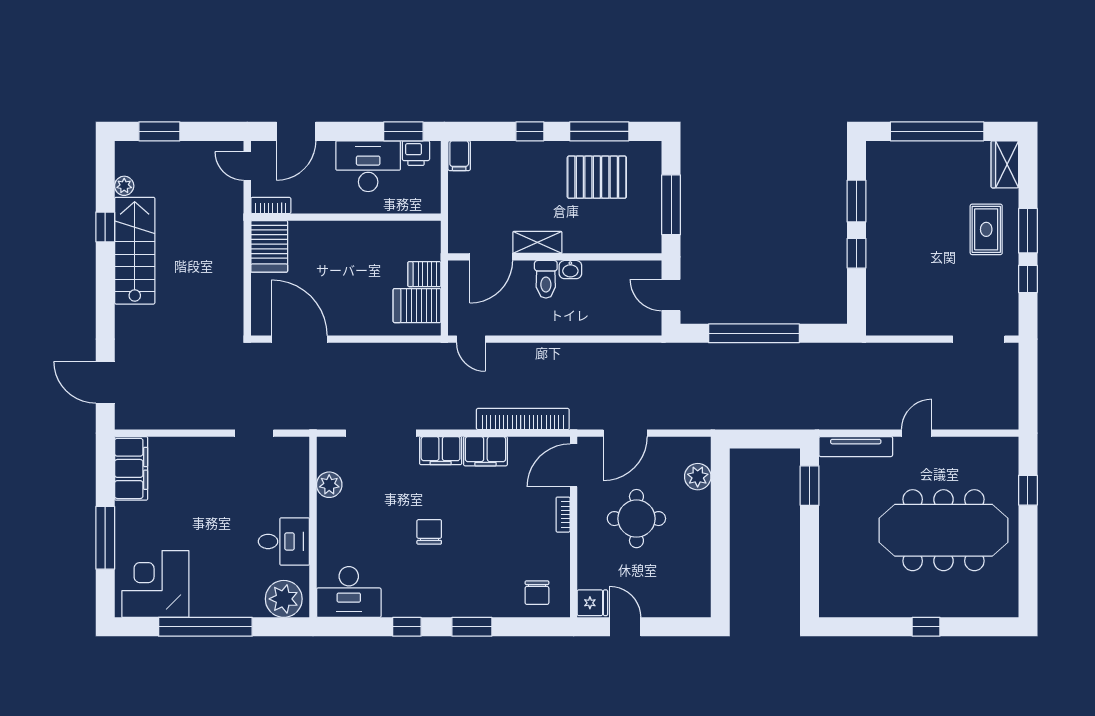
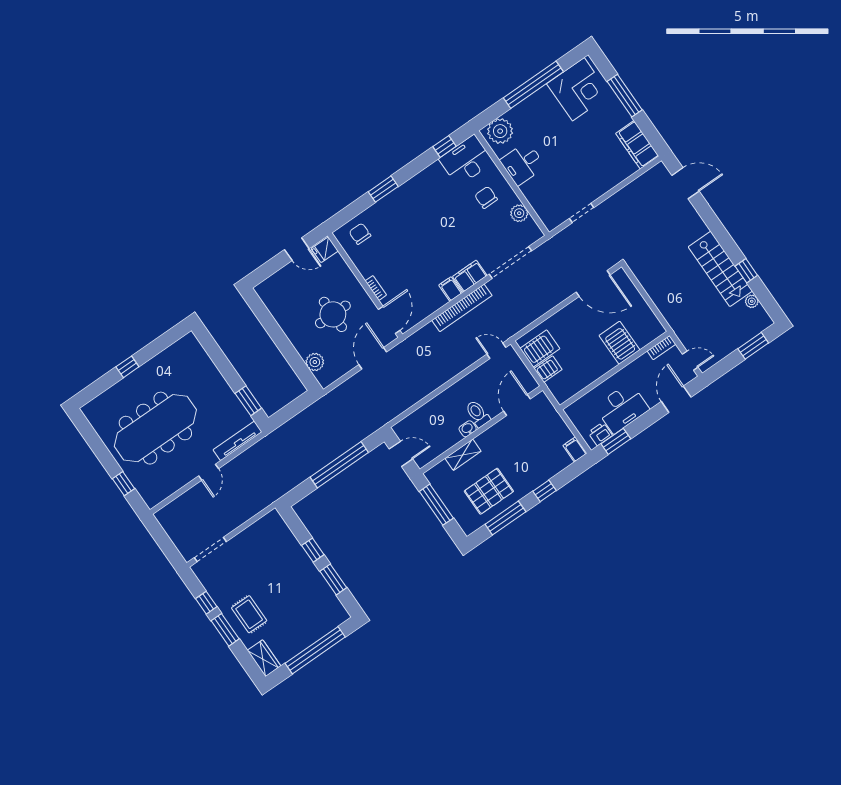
shelving: (537, 242) -> (463, 455), moved
server rack: (269, 246) -> (619, 343), moved
bookcase: (523, 419) -> (462, 308), moved
filing cabinet: (485, 451) -> (450, 289), width x0.50
chair: (429, 532) -> (486, 197), moved, turned 180
window: (407, 627) -> (445, 146), moved

